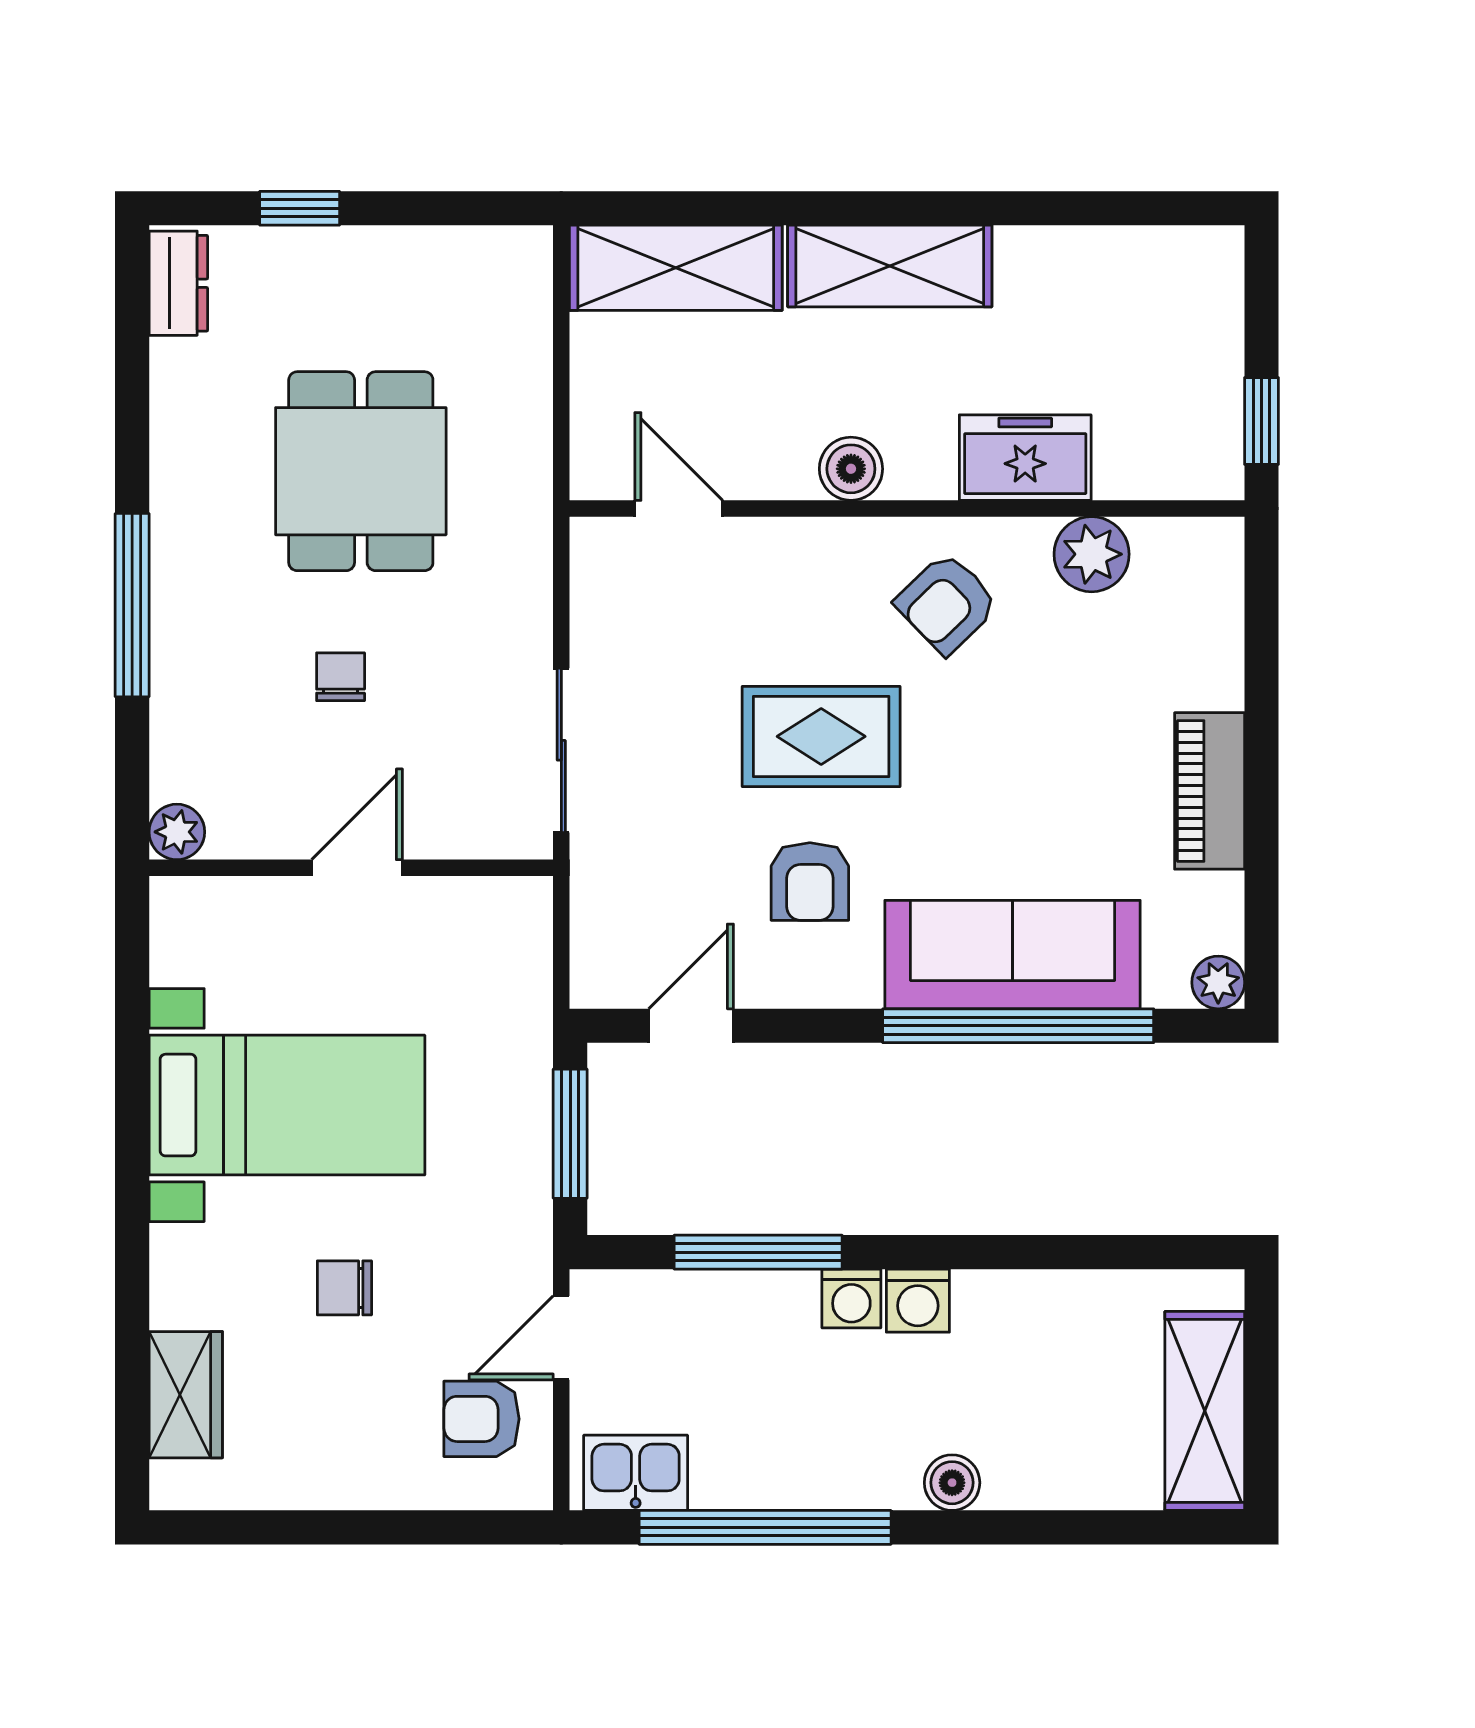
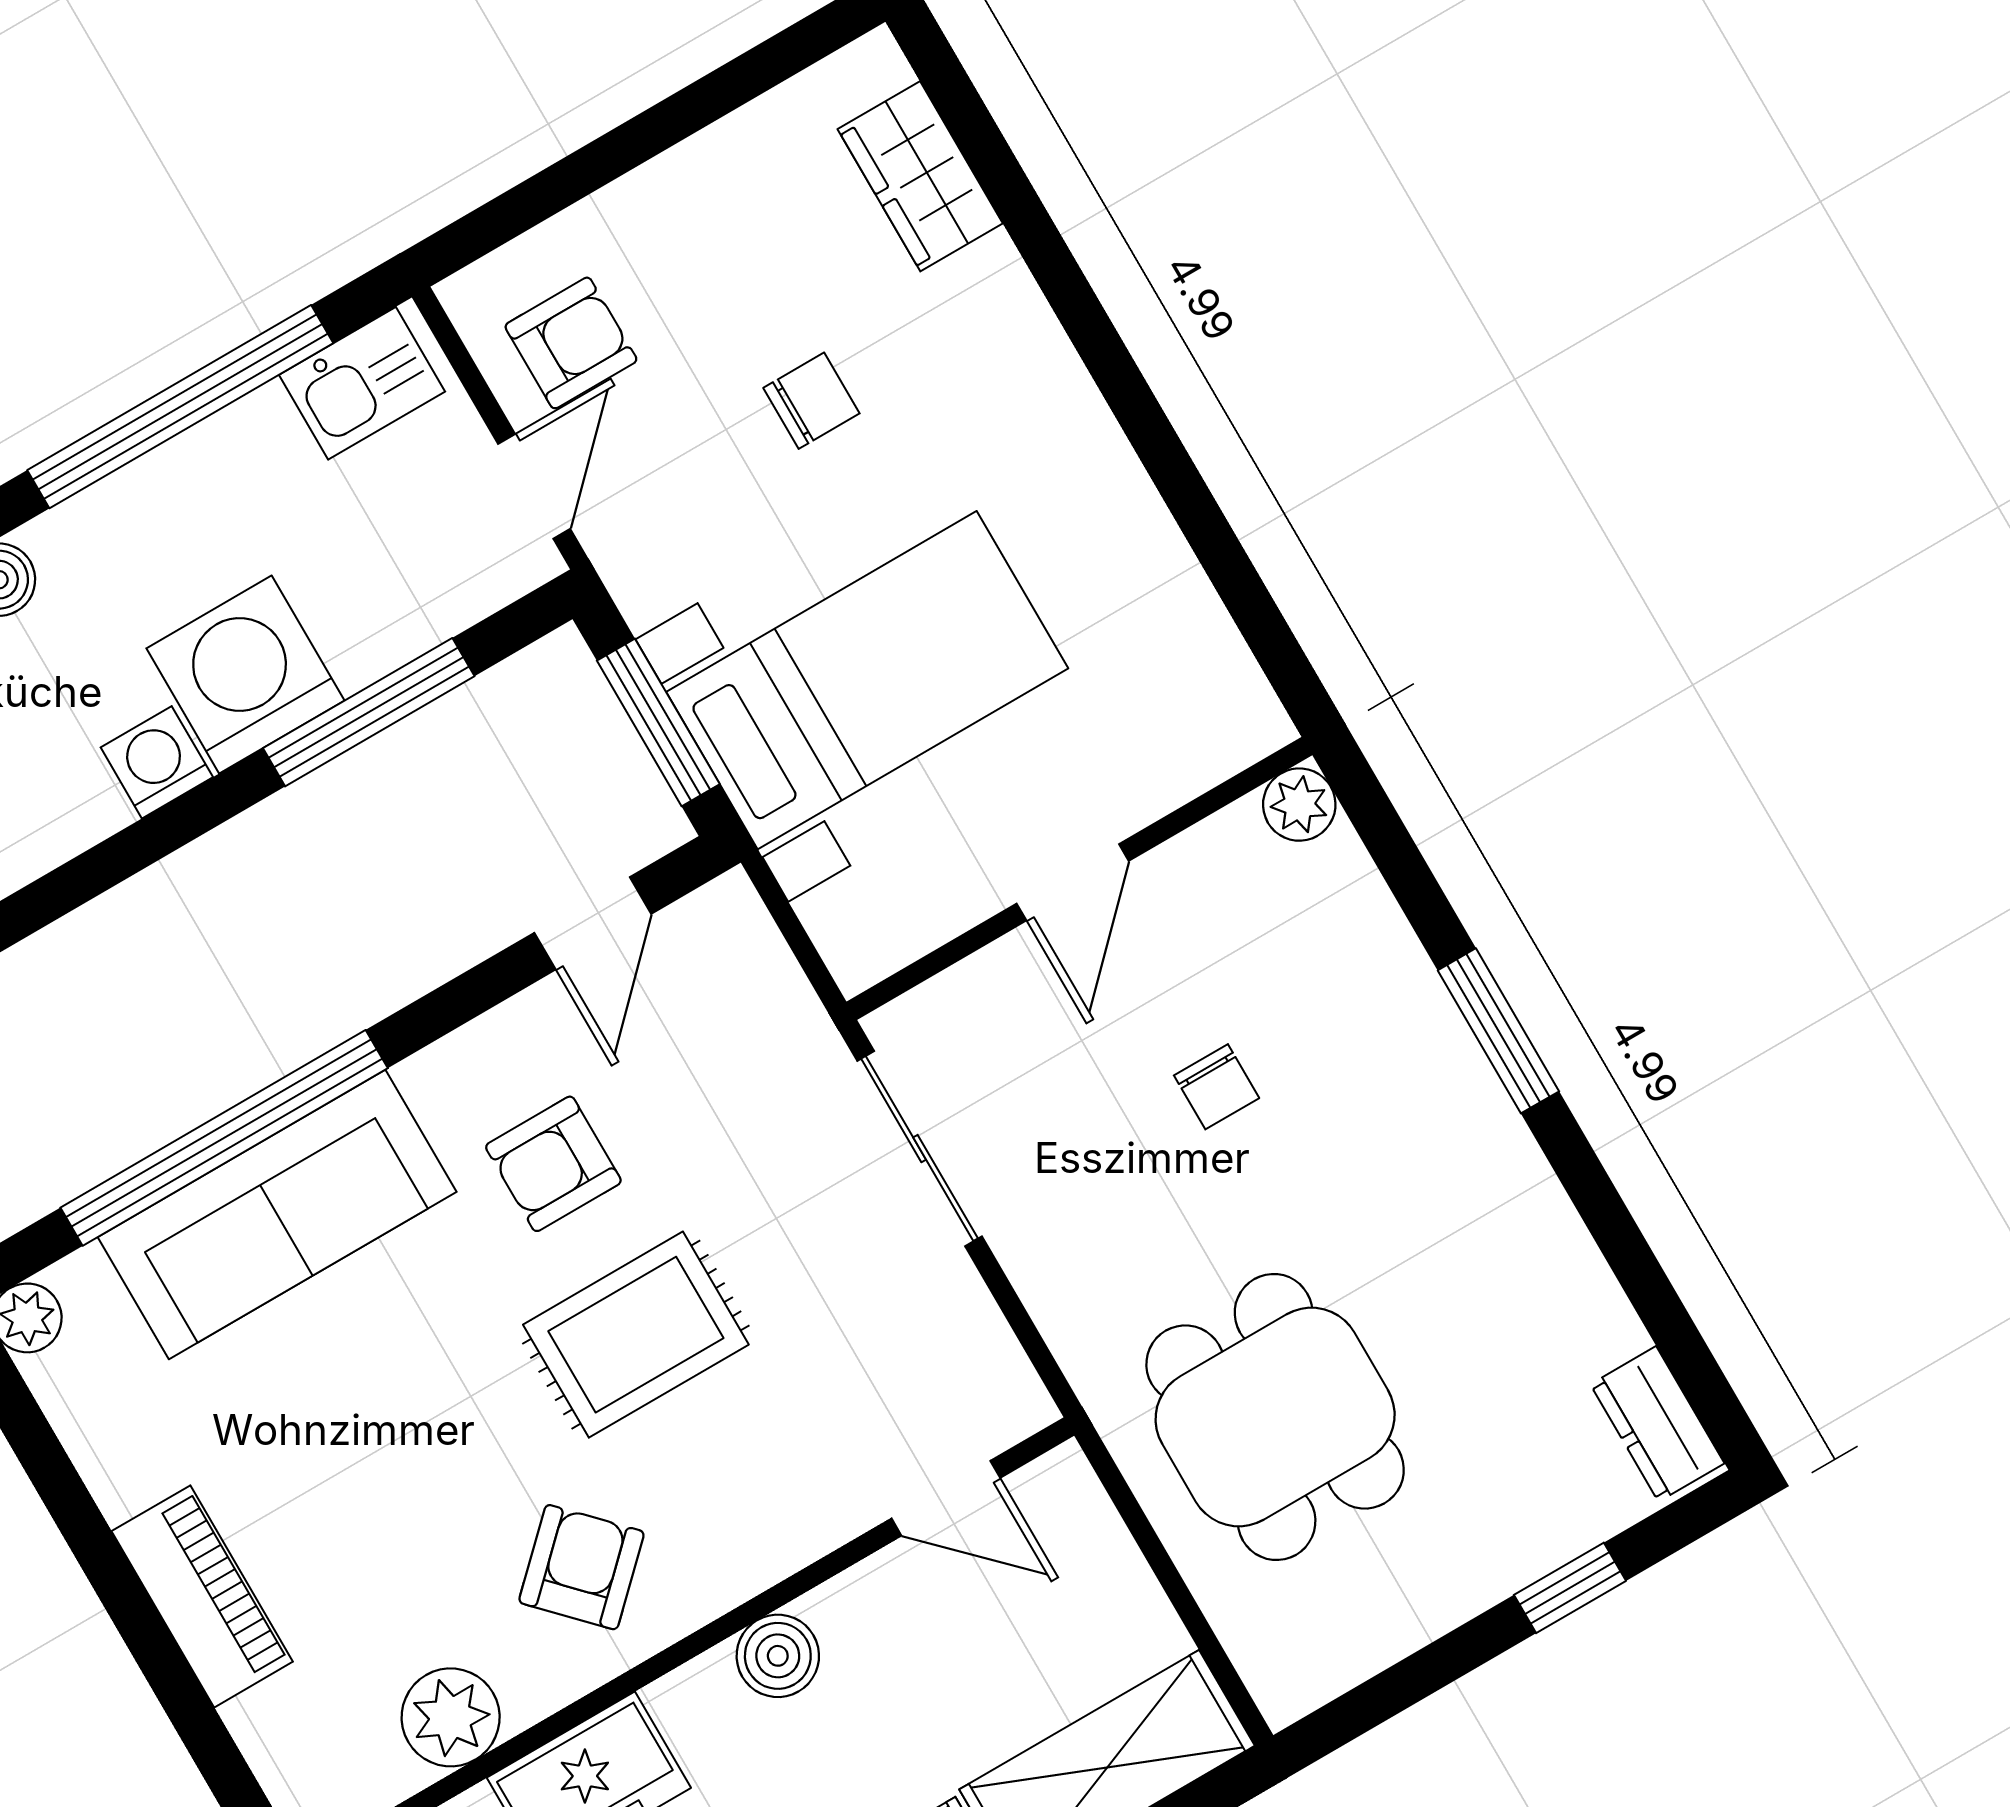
dining table: (361, 471) -> (1275, 1417), moved
window: (132, 605) -> (1498, 1031), width x0.69
piano: (1210, 791) -> (202, 1596), moved
armchair: (810, 882) -> (553, 1164), turned -90
bed with nightstands: (287, 1105) -> (867, 680), moved, turned 180
washing machine: (851, 1299) -> (245, 674), width x1.89, depth x1.89

